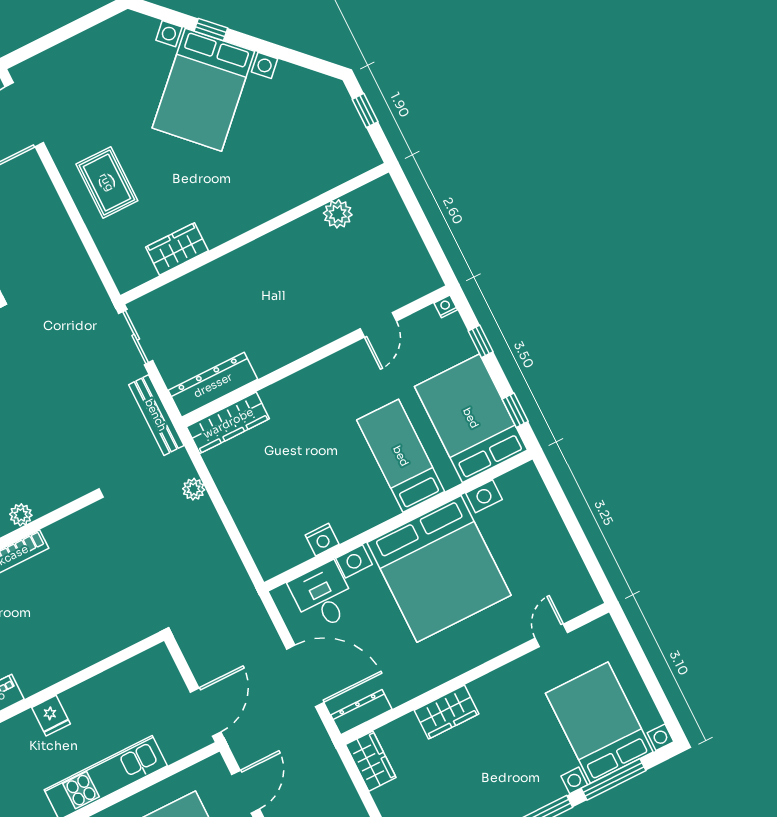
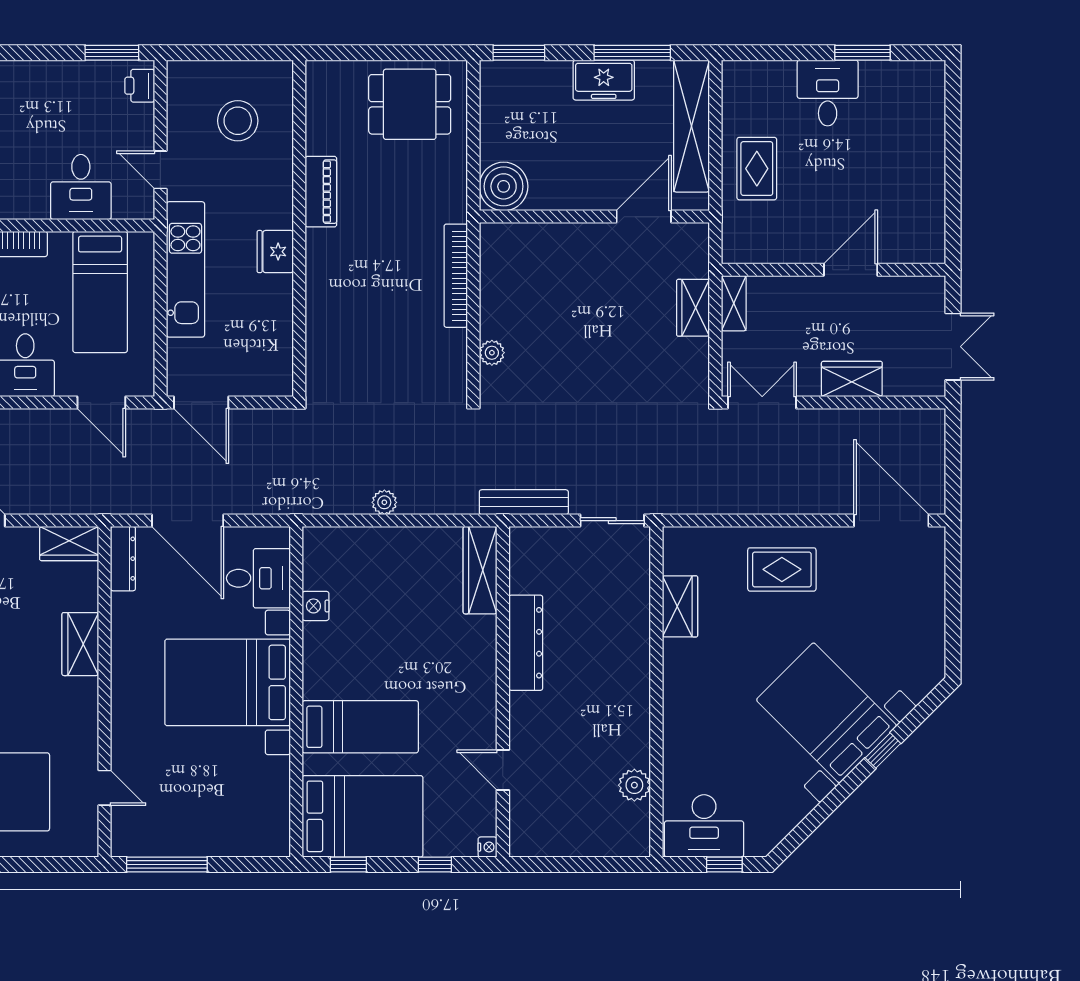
desk: (342, 142) -> (704, 826), added
dresser: (213, 385) -> (526, 643), moved
plant: (194, 489) -> (384, 502), moved
plant: (21, 515) -> (492, 353), moved
window: (588, 555) -> (167, 864), added
bed with nightstands: (439, 569) -> (228, 682), width x0.73
door: (305, 676) -> (188, 521), hinge flipped
fridge: (51, 716) -> (275, 252), width x1.38

